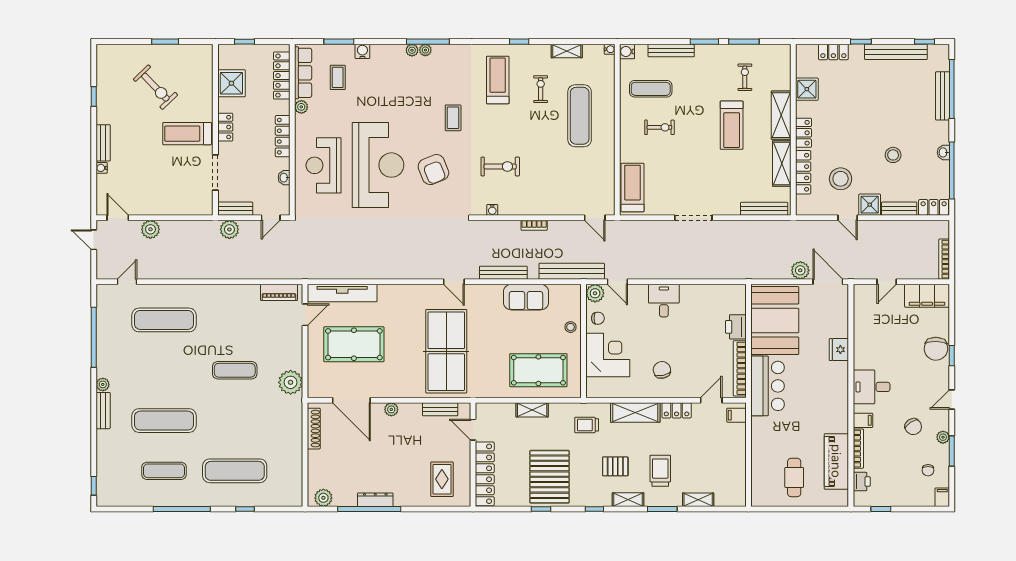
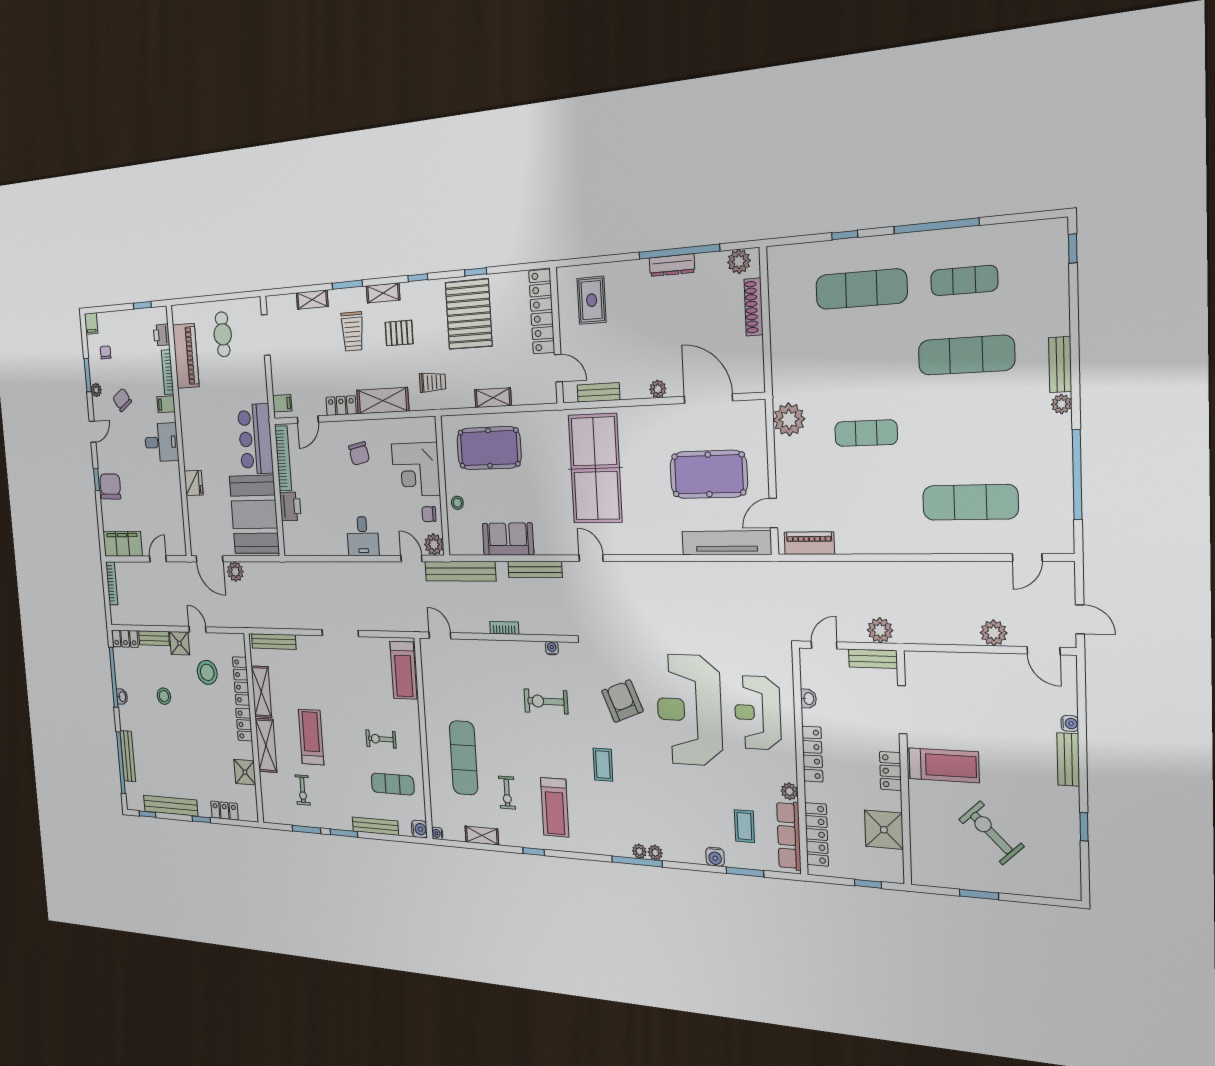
reception desk: (324, 165) -> (758, 713), turned 180
shoe rack: (314, 429) -> (754, 307), moved
doorway: (748, 474) -> (266, 335), added

